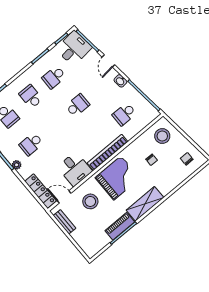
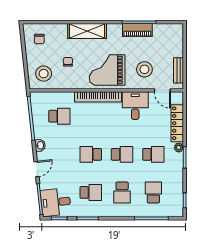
school desk: (54, 125) -> (122, 154), added
locker: (40, 191) -> (177, 123), moved
shelving: (145, 204) -> (87, 31), moved

